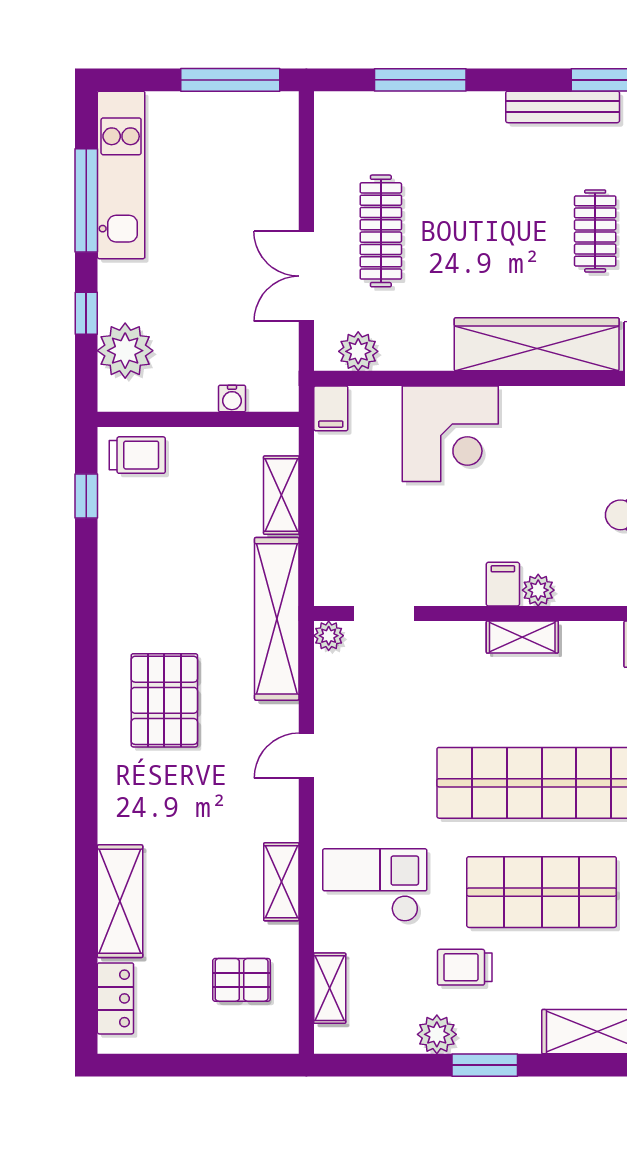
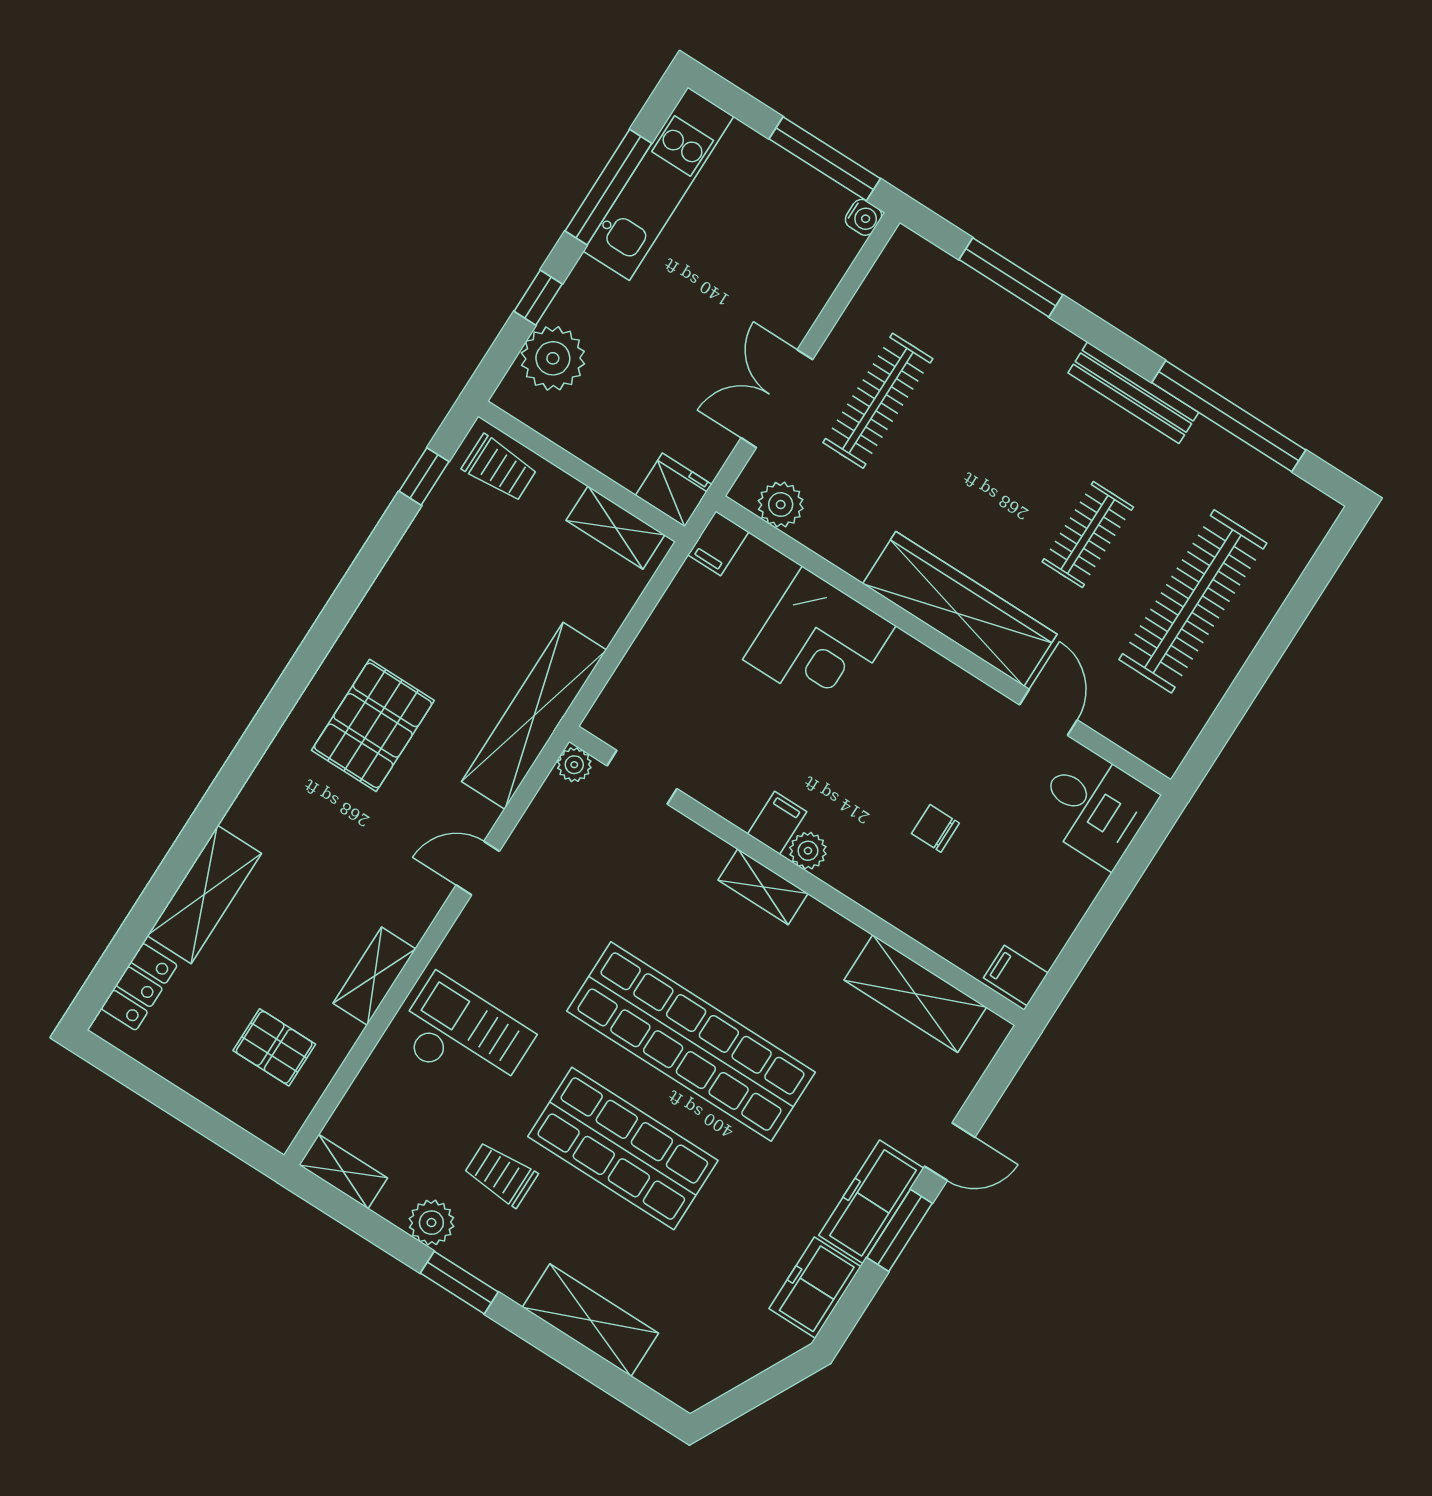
fridge: (274, 390) -> (674, 490), added
water cooler: (232, 399) -> (864, 217), moved, turned -90
shelving: (281, 495) -> (615, 528), moved, turned 90
shelving: (330, 988) -> (343, 1171), moved, turned 90

